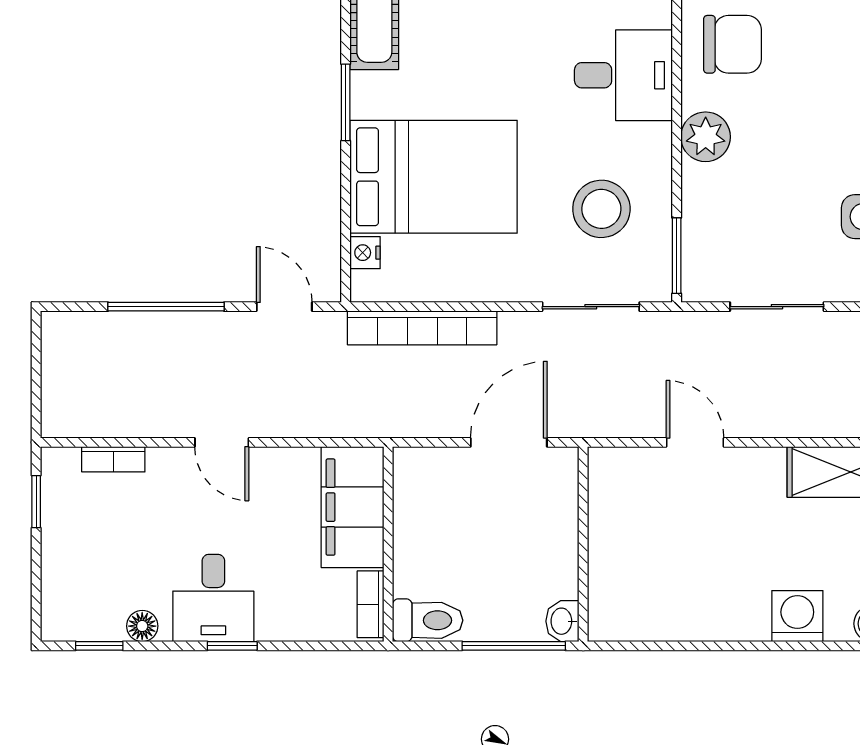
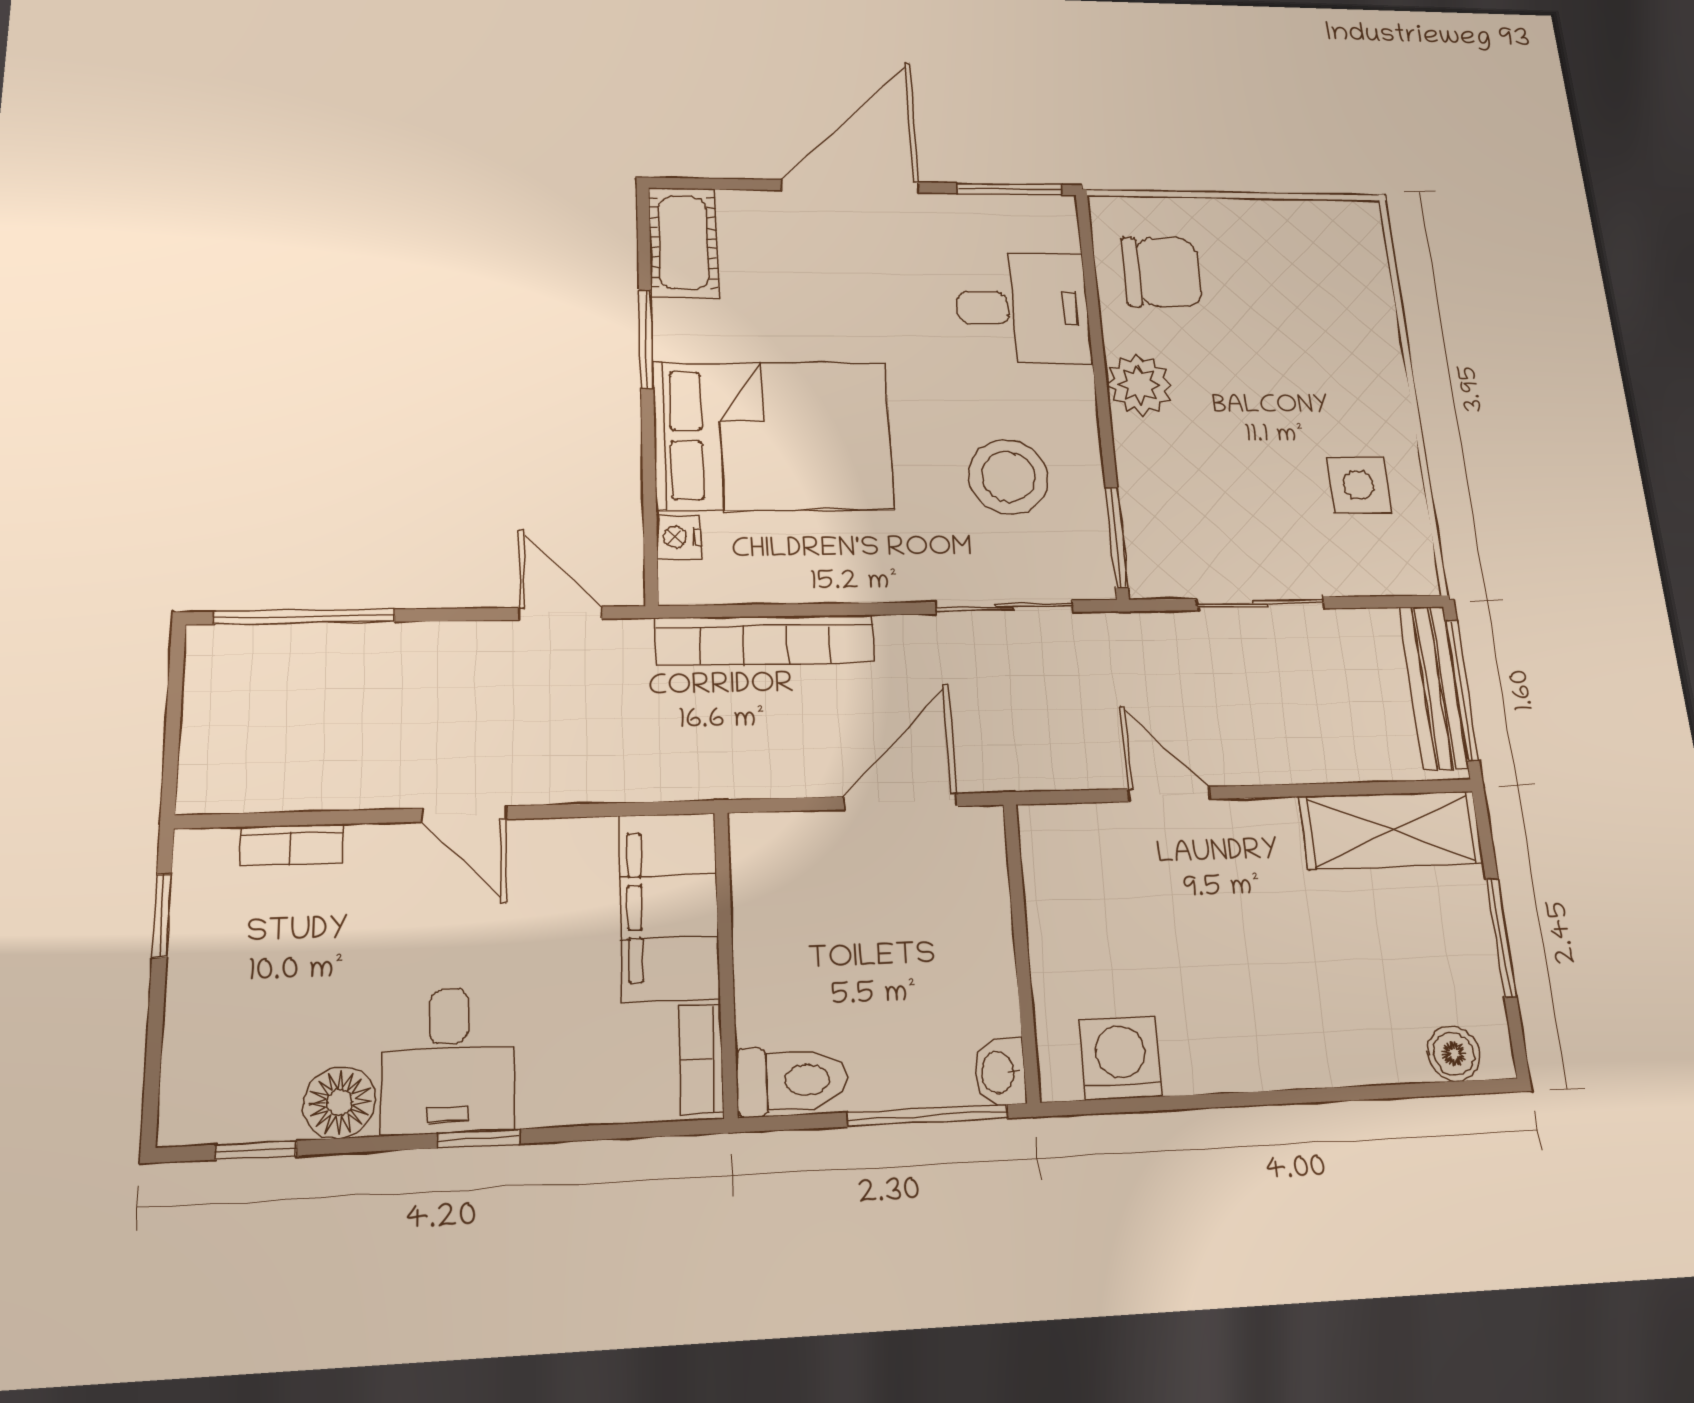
window: (166, 307) -> (305, 617), moved
washing machine: (797, 616) -> (1121, 1058), moved
floor lamp: (142, 626) -> (340, 1102), width x1.37, depth x1.37

